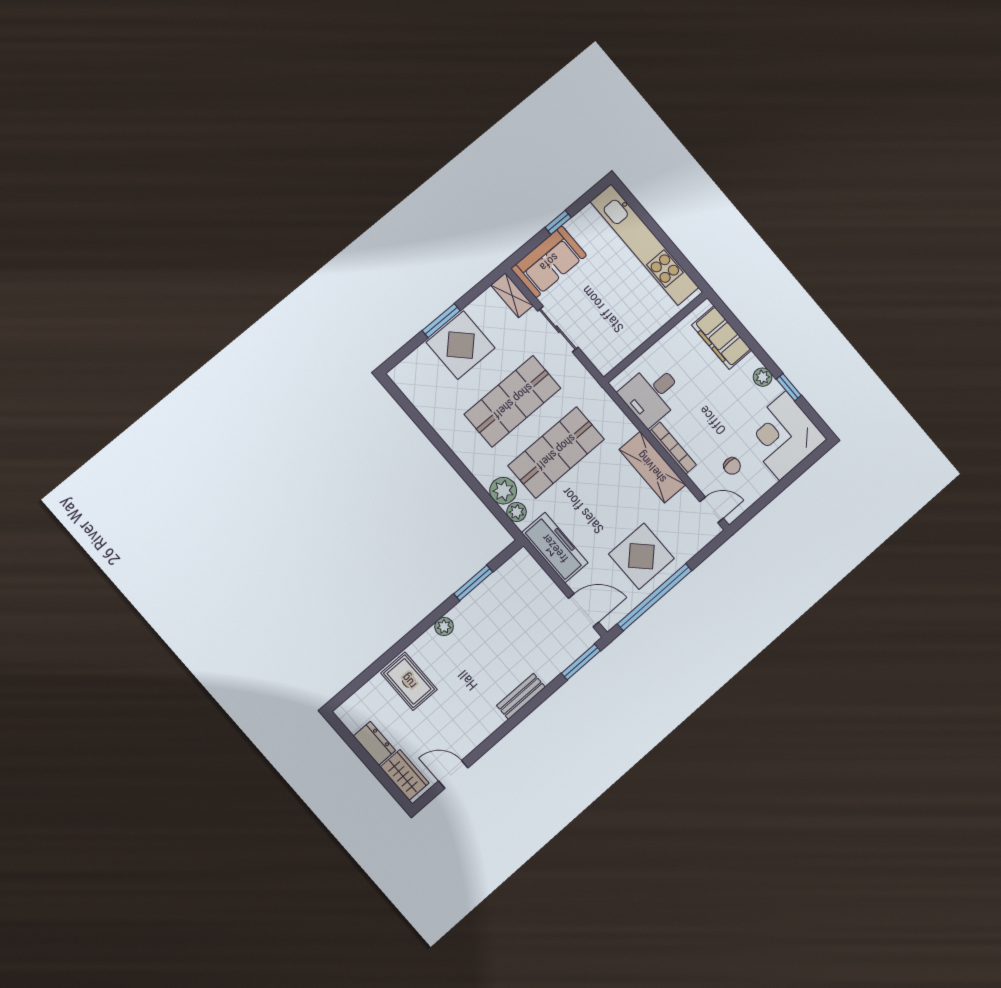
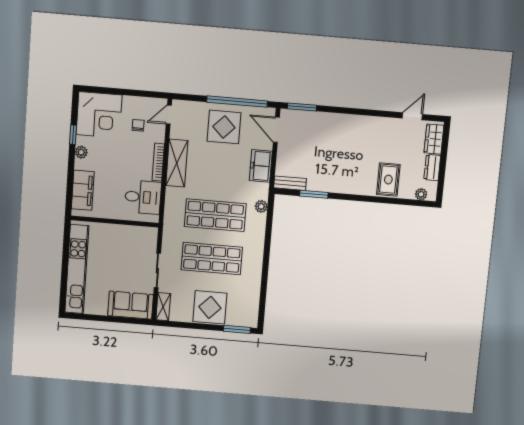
window: (558, 222) -> (108, 319), removed
window: (441, 321) -> (237, 329), moved
plant: (503, 491) -> (257, 222), removed
door: (712, 510) -> (169, 115), hinge flipped
freezer: (555, 548) -> (261, 166), width x0.71
plant: (444, 626) -> (421, 194), moved
bench: (521, 696) -> (290, 183), moved
door: (453, 774) -> (412, 116), swing flipped

